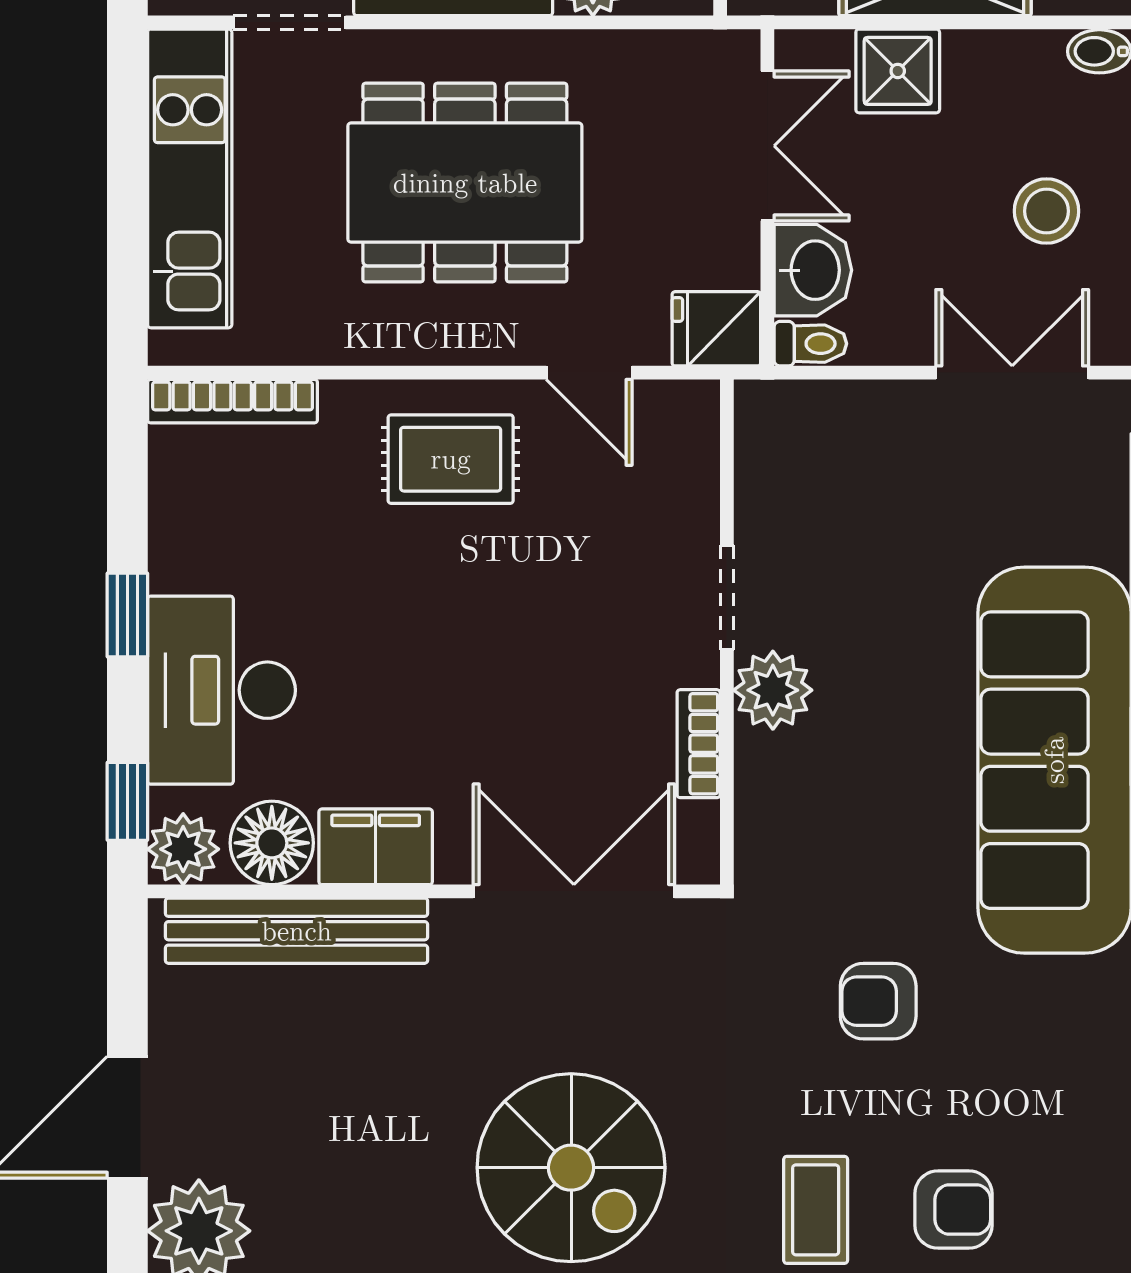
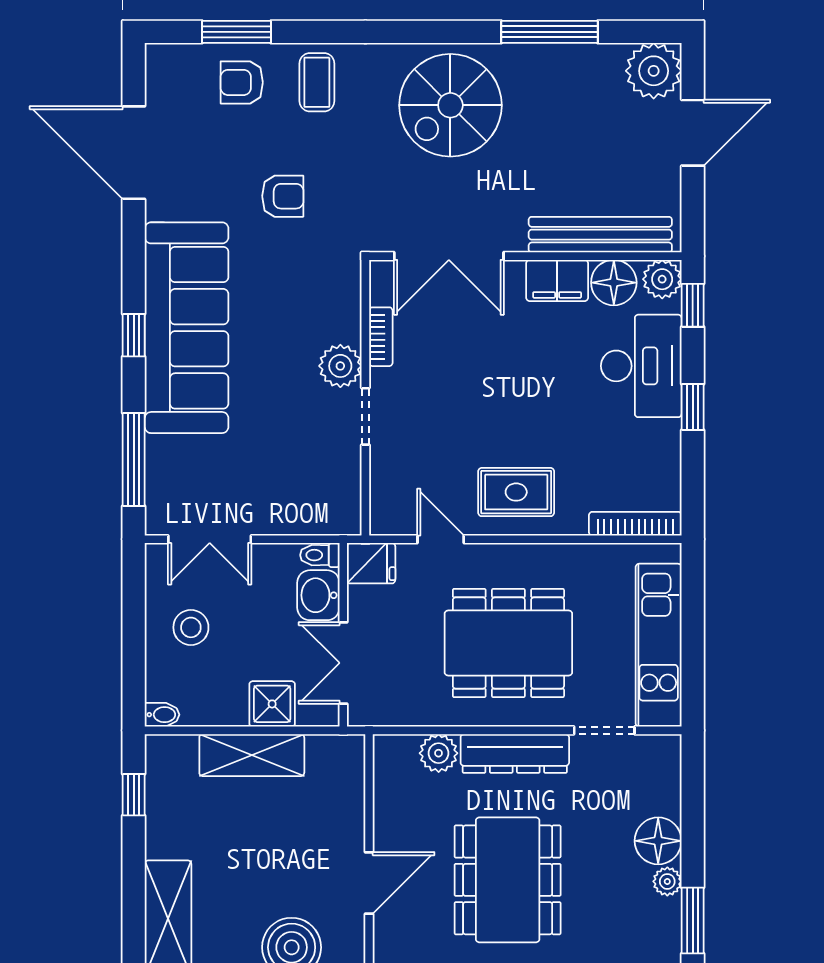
spiral stairs: (571, 1168) -> (450, 105), turned -90

